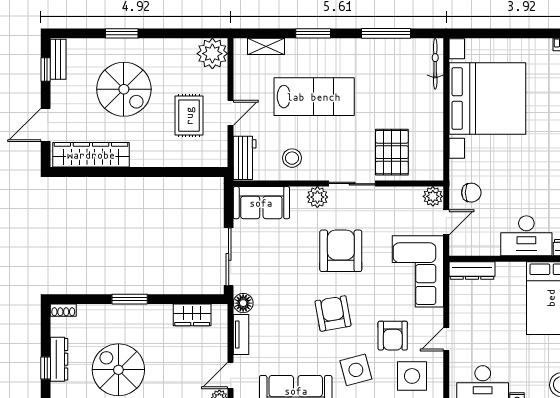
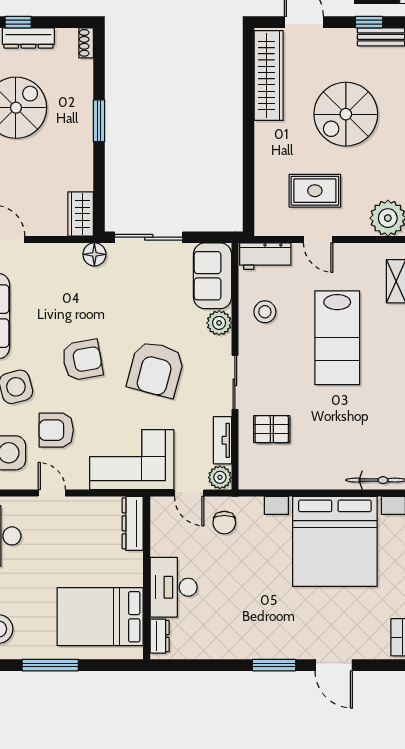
pallet: (392, 152) -> (272, 429), width x0.67, depth x0.71
plant: (317, 197) -> (219, 323), moved
armchair: (341, 251) -> (156, 369), turned 105
wardrobe: (192, 315) -> (81, 214), moved
tv unit: (241, 334) -> (222, 440), moved, turned 90

